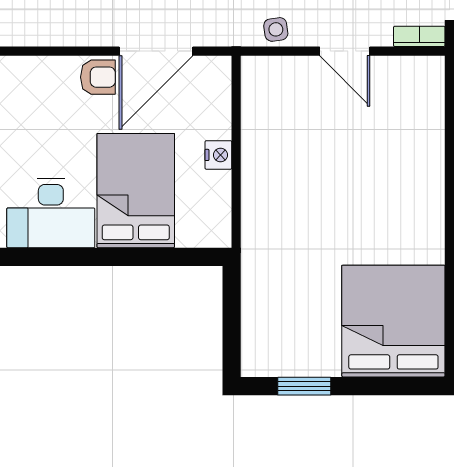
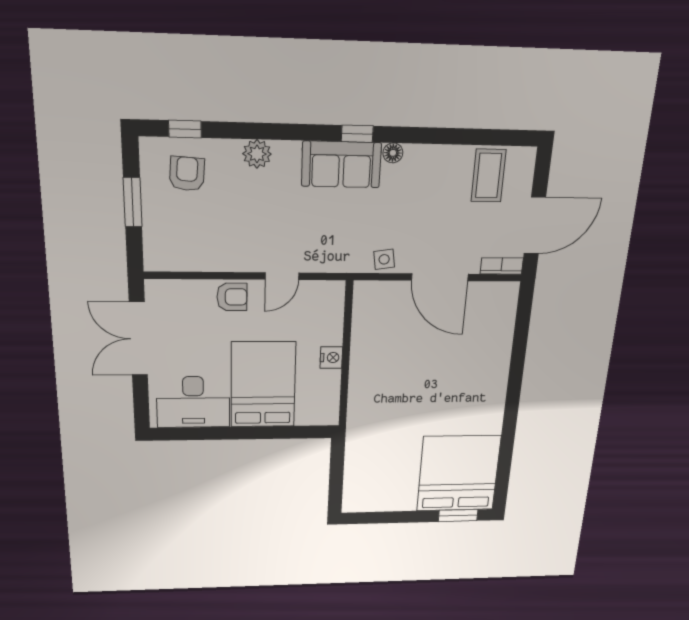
door: (156, 51) -> (282, 276), width x0.53
door: (345, 51) -> (440, 277), width x1.36
window: (304, 386) -> (458, 516), moved

